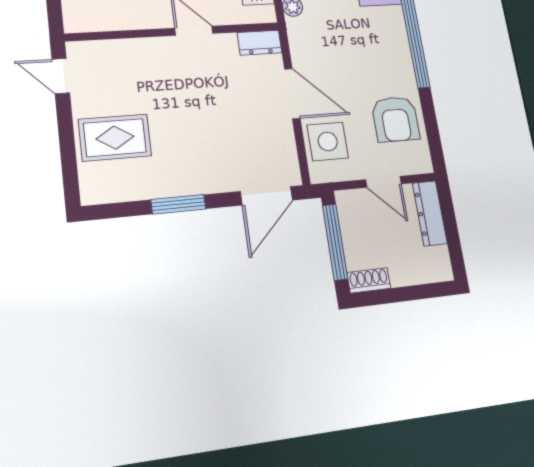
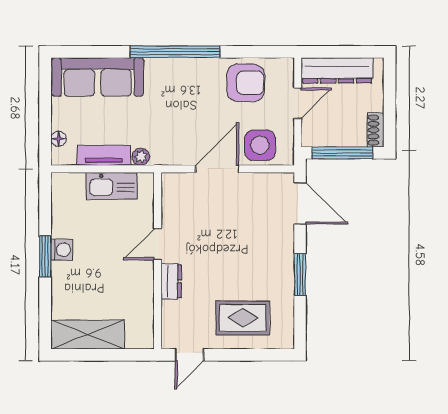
dresser: (260, 43) -> (171, 281), moved
rug: (115, 138) -> (243, 318), turned 90
dresser: (430, 213) -> (337, 70), width x1.37, depth x1.24

